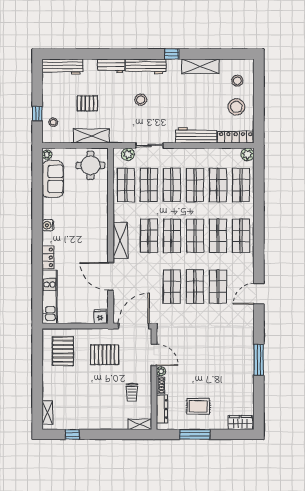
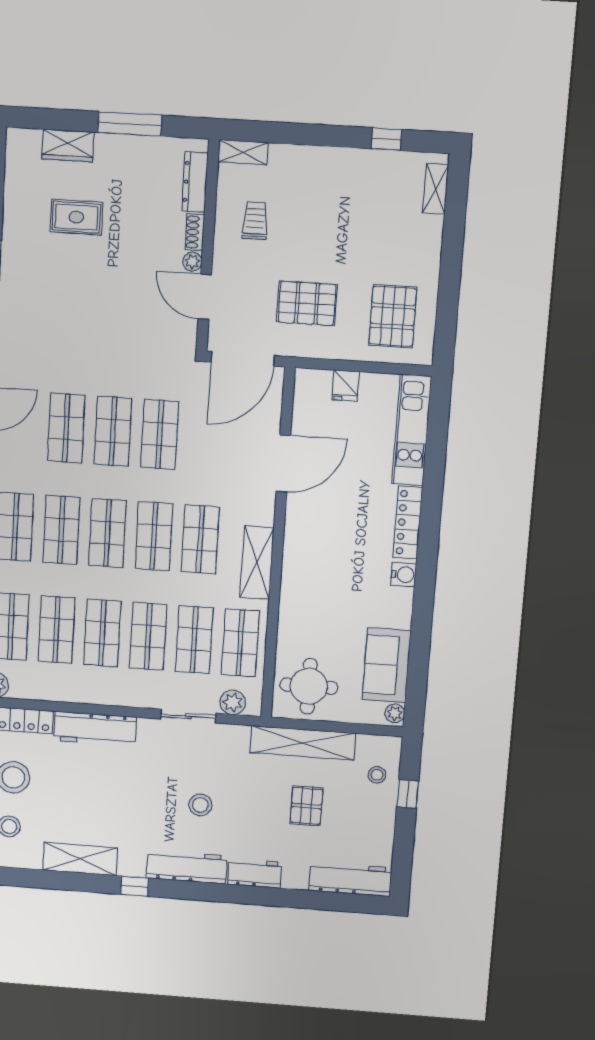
pallet: (87, 103) -> (306, 806), turned 90
shelving: (91, 136) -> (303, 743), width x1.47
shelving: (120, 241) -> (257, 562), moved
locker: (48, 257) -> (408, 523), width x1.53
door: (111, 276) -> (283, 463), hinge flipped
fridge: (100, 316) -> (346, 385), moved
rug: (198, 406) -> (76, 217), moved
wardrobe: (240, 423) -> (68, 146), moved

